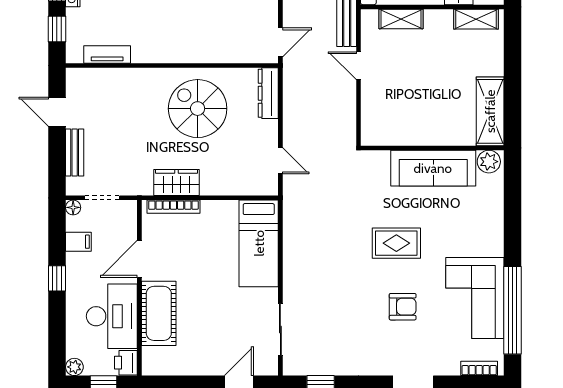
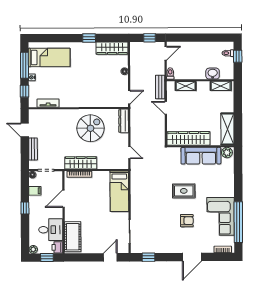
spiral stairs: (198, 109) -> (90, 128), turned 90
wardrobe: (407, 131) -> (188, 138), added
wardrobe: (177, 182) -> (81, 163), width x1.50
cot: (159, 313) -> (73, 237), moved
desk: (112, 316) -> (51, 230), width x0.73

